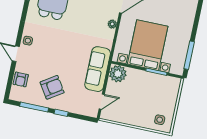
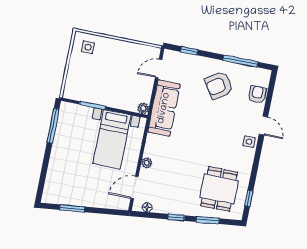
bed with nightstands: (148, 45) -> (112, 139), width x0.73
plant: (118, 74) -> (143, 108), width x0.53, depth x0.53
window: (61, 113) -> (189, 51), moved

